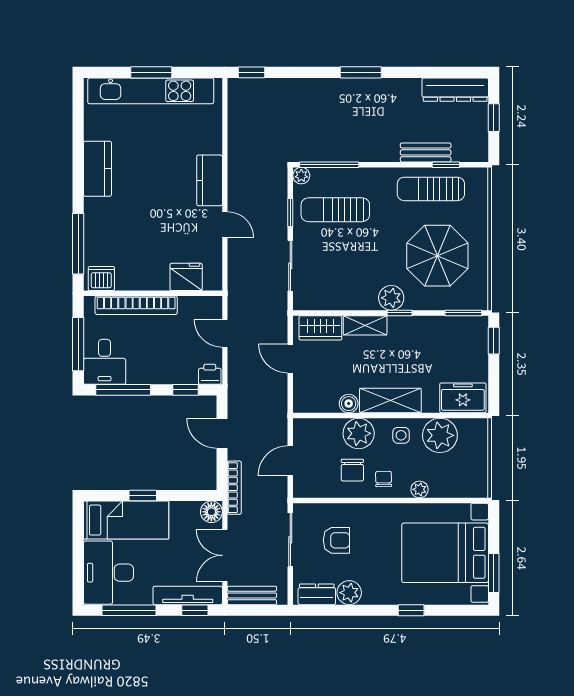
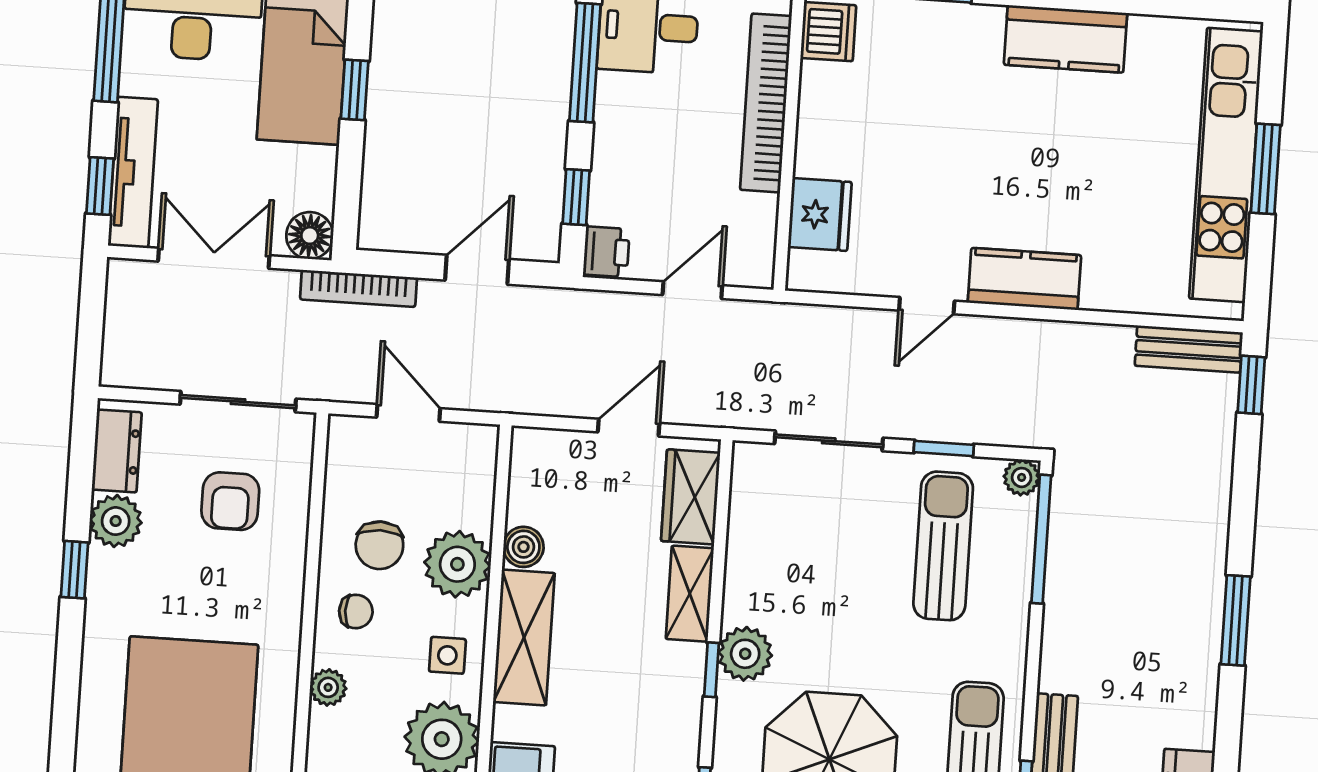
chair: (352, 470) -> (379, 545), turned -90
bench: (252, 595) -> (1189, 349), moved, turned 90
window: (411, 610) -> (74, 570), moved

